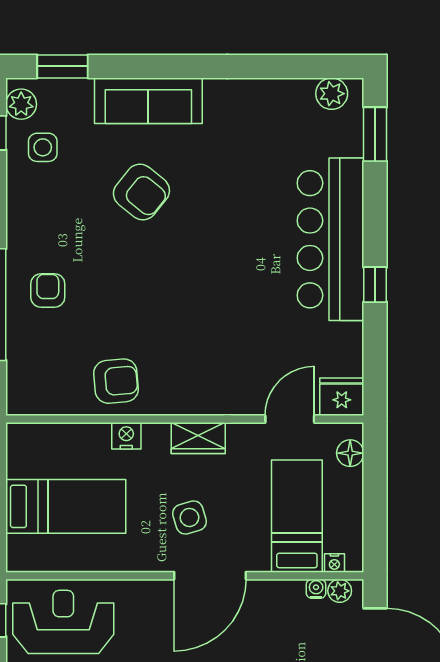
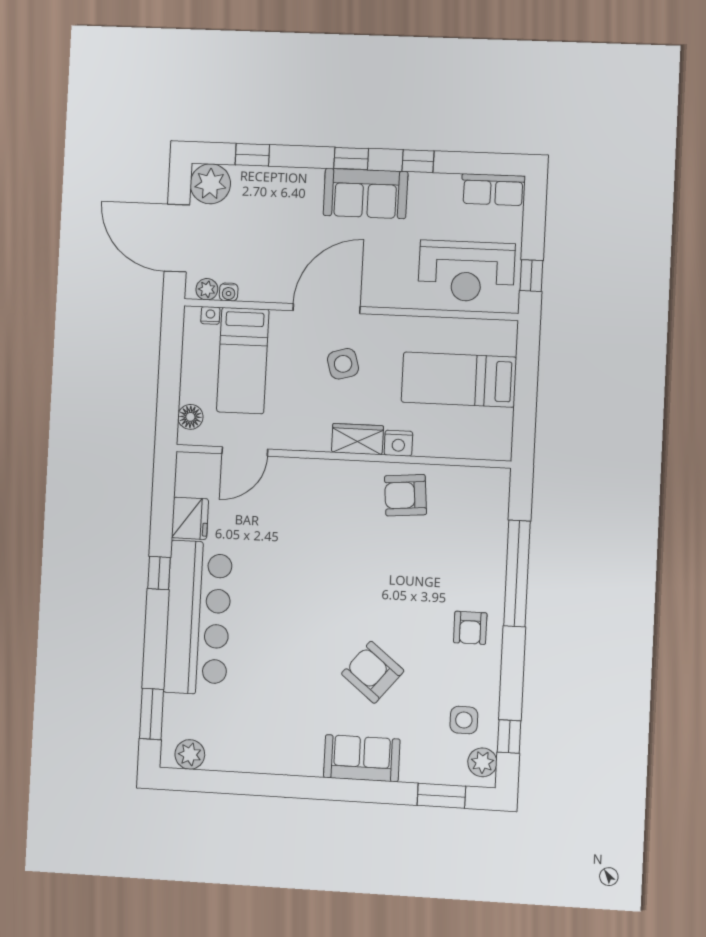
sofa: (148, 101) -> (362, 758), width x0.73
armchair: (48, 291) -> (470, 628), moved
fridge: (342, 397) -> (190, 518), moved, turned -90
wardrobe: (198, 438) -> (357, 439), moved

